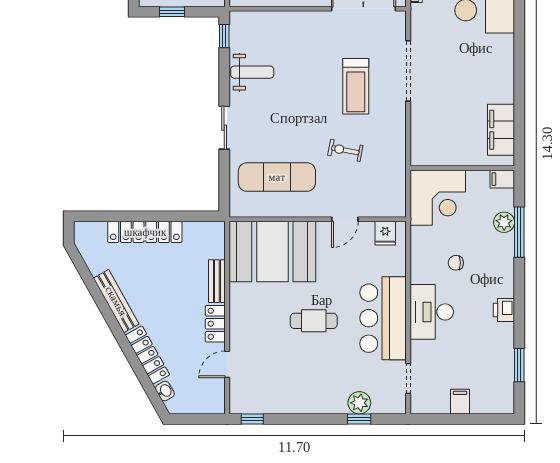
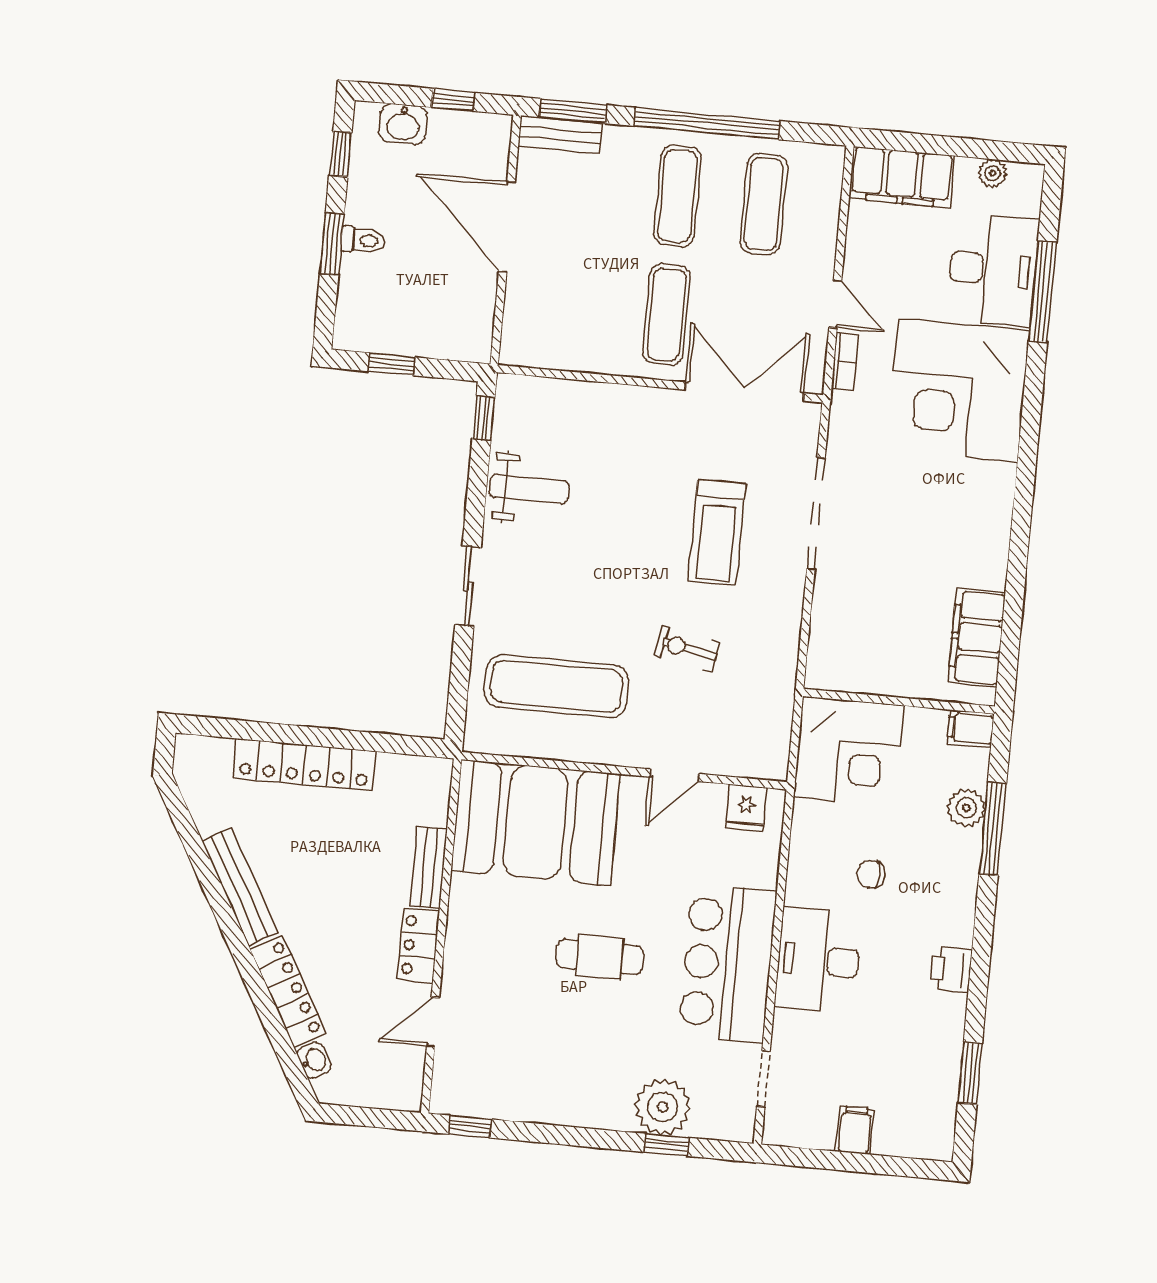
plant: (359, 403) -> (663, 1107), width x1.36, depth x1.36

